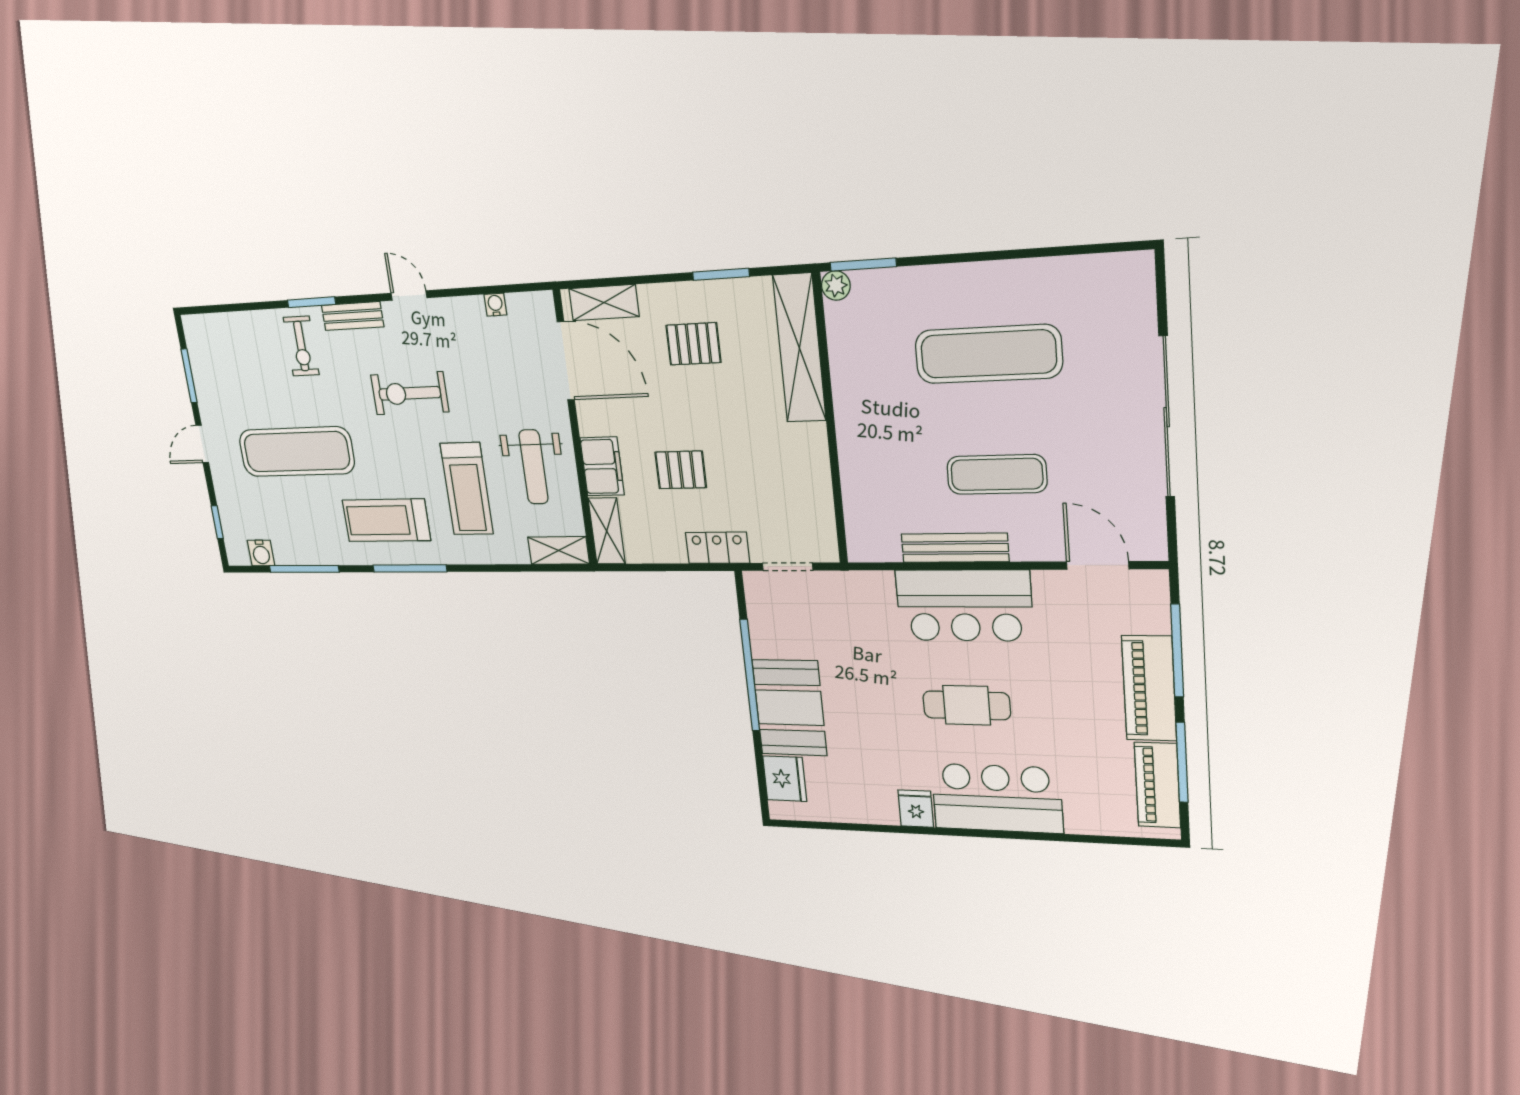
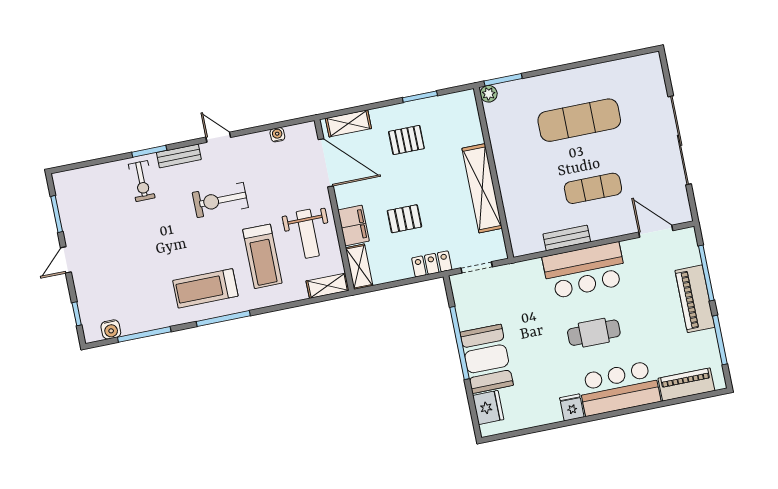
shelving: (799, 348) -> (482, 188), moved
exercise mat: (297, 452) -> (138, 253), removed
bench: (955, 548) -> (567, 238), width x0.73
piano: (1157, 785) -> (686, 385), moved, turned 90

